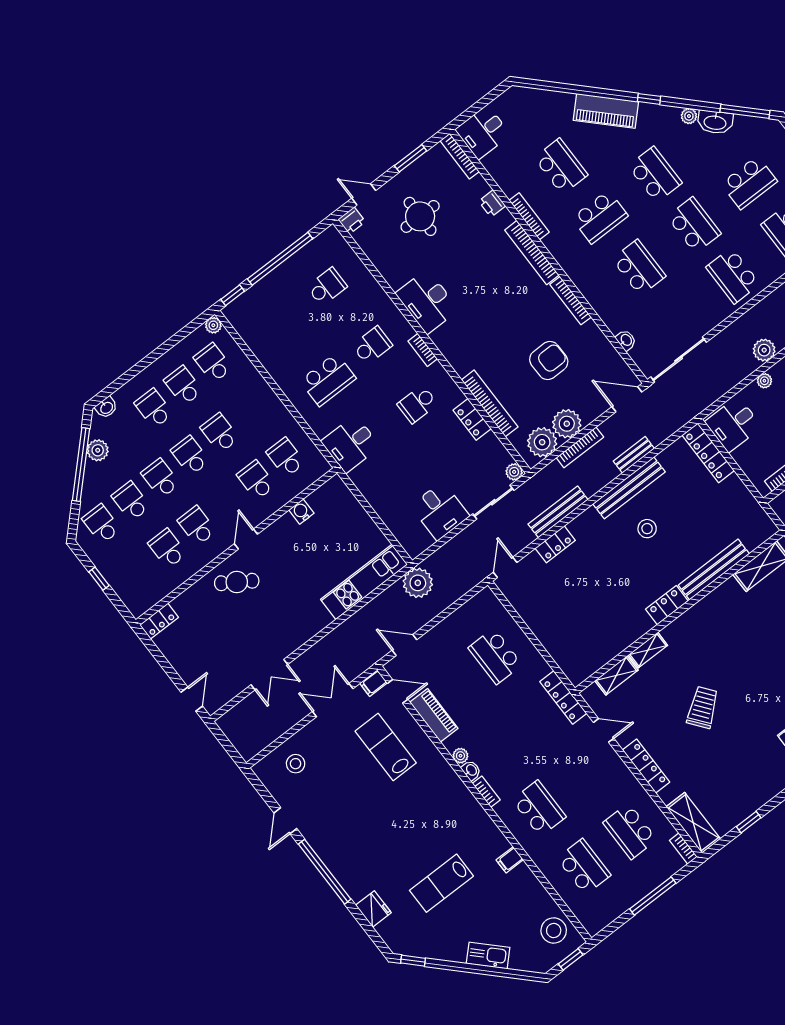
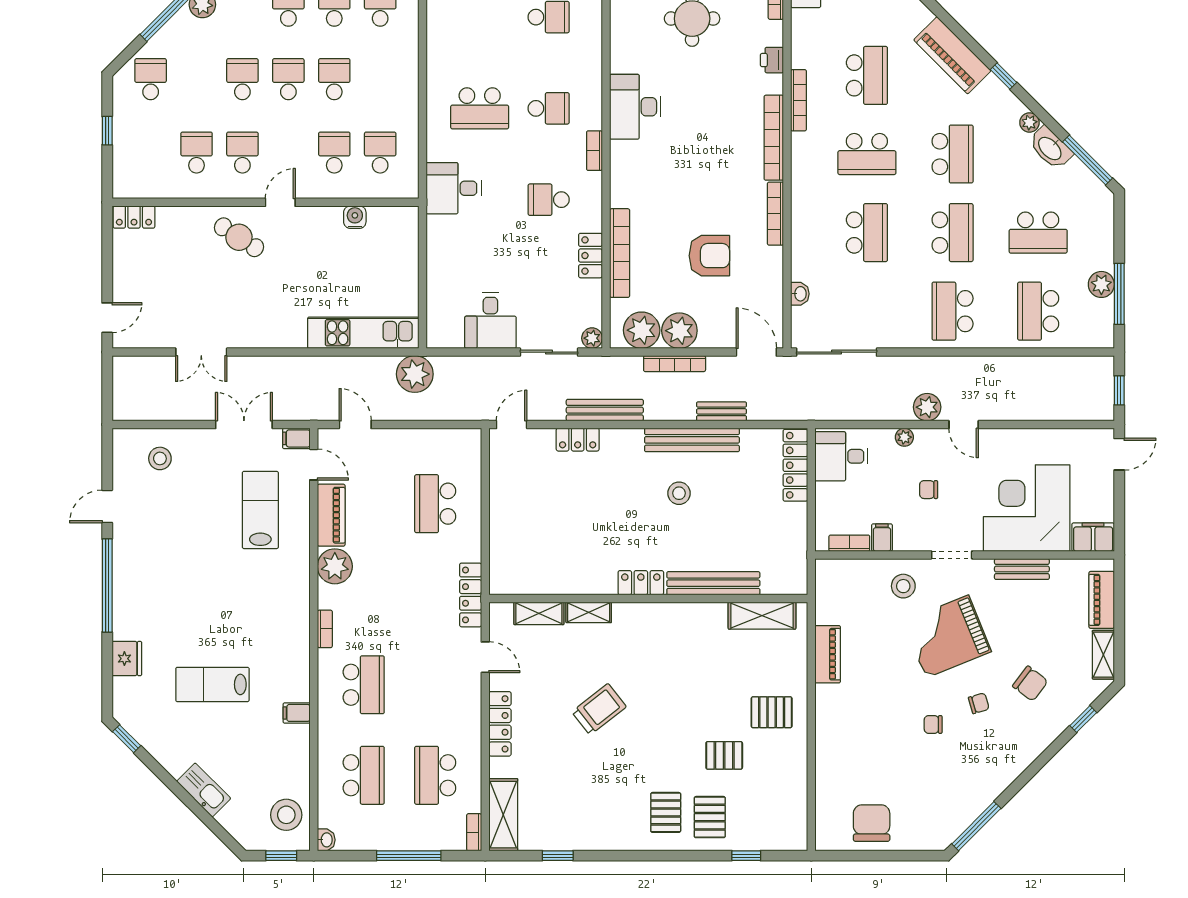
school desk: (131, 501) -> (197, 79), removed
plant: (460, 756) -> (335, 566), width x1.88, depth x1.88
washbasin: (471, 770) -> (326, 840), moved

